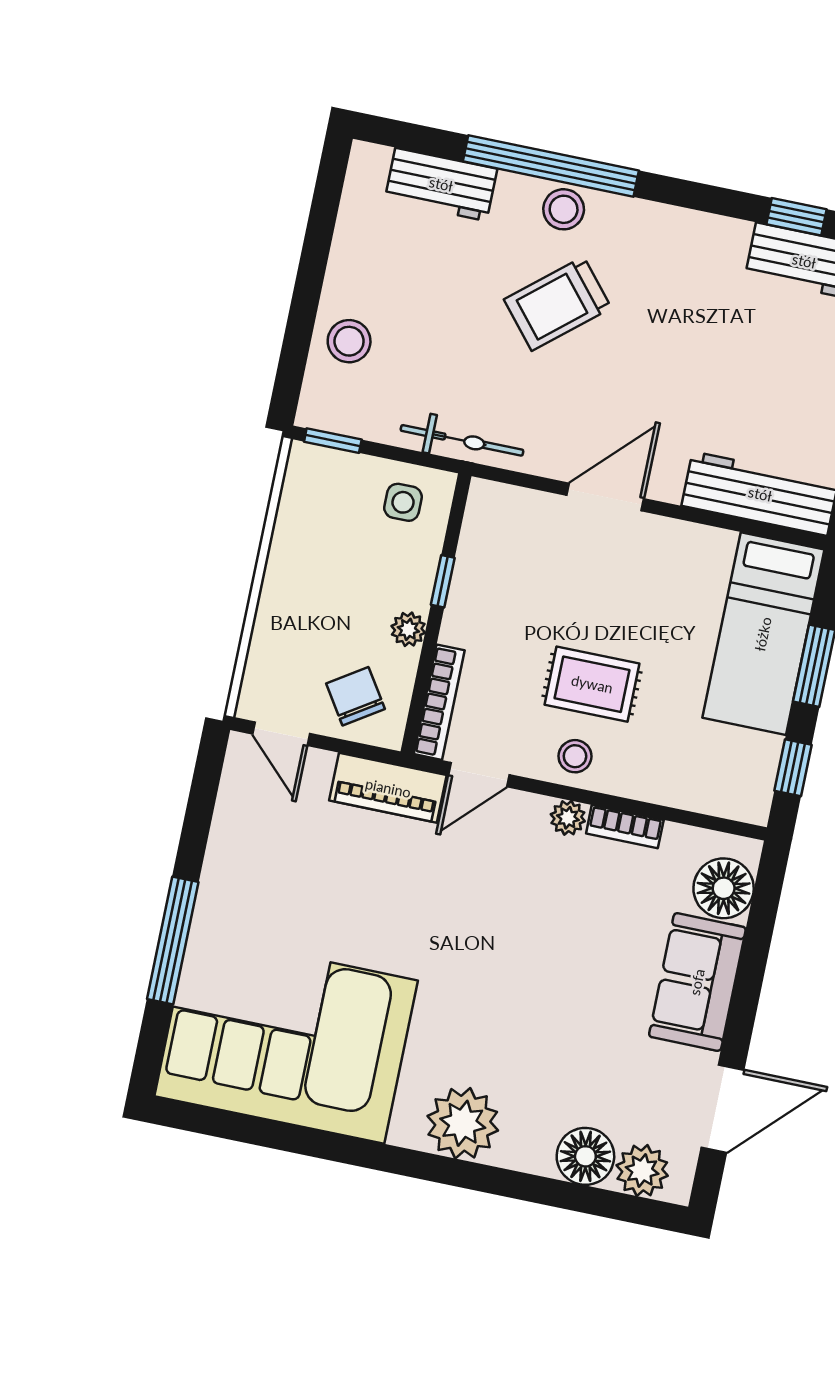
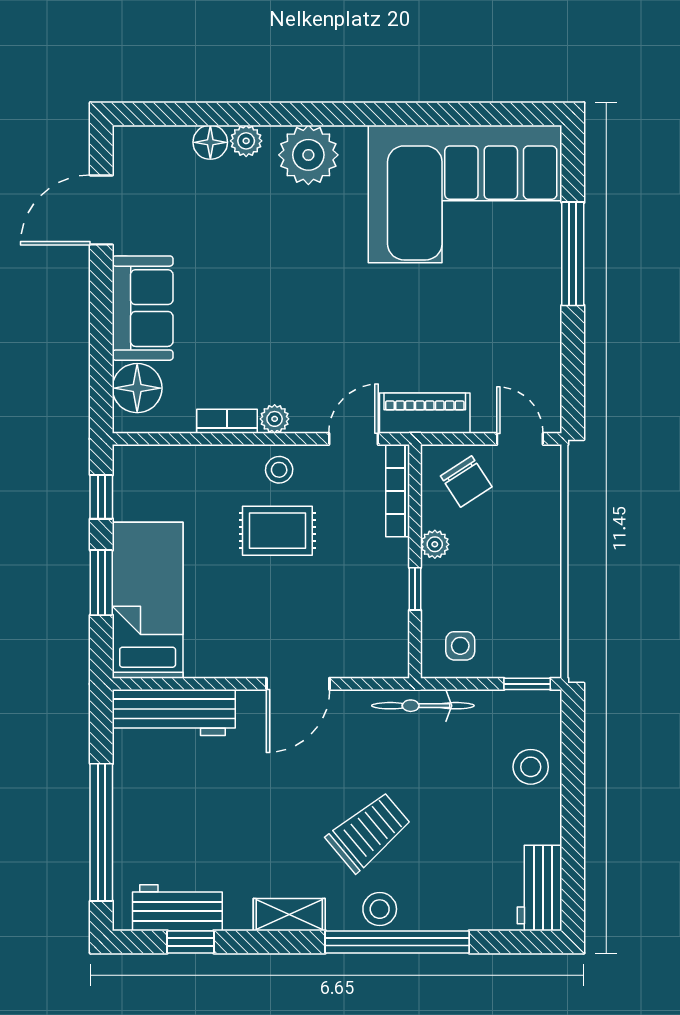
workbench: (441, 184) -> (540, 888), moved, turned -90
shelving: (672, 225) -> (289, 915), added
floor lamp: (585, 1156) -> (210, 142), width x0.73, depth x0.73
plant: (642, 1171) -> (246, 141), moved, width x0.73, depth x0.73

